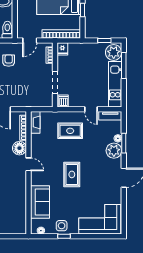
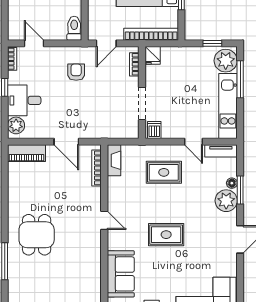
floor lamp: (19, 148) -> (91, 197), removed
rug: (72, 174) -> (166, 235), turned 90

